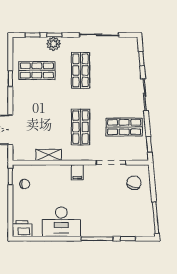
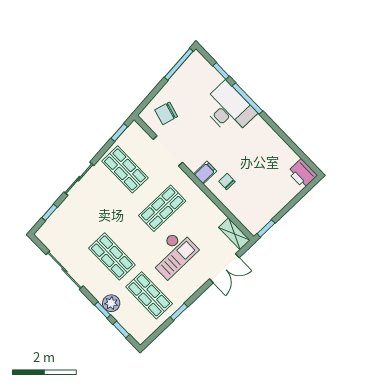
shop shelf: (81, 70) -> (112, 256), turned 90
checkout: (48, 108) -> (173, 254), added
shelving: (49, 155) -> (234, 234), moved
chair: (25, 184) -> (227, 181), moved
desk: (61, 222) -> (229, 109), moved

